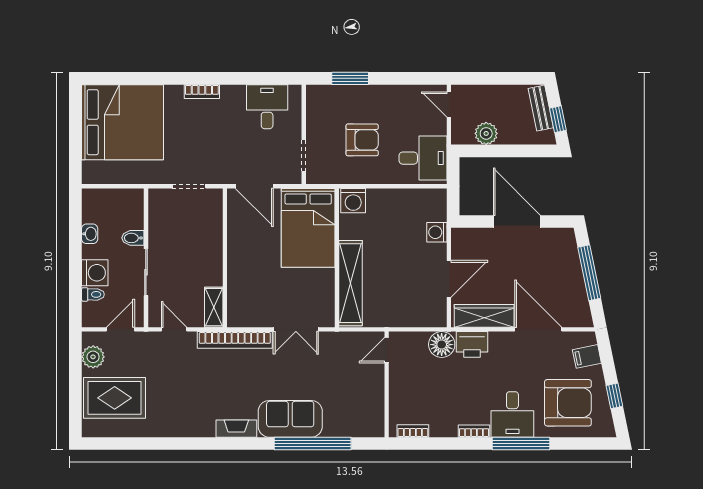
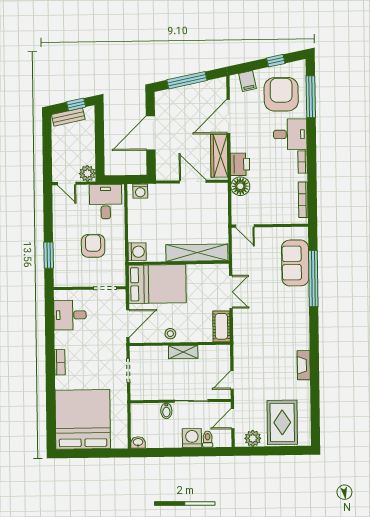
door: (449, 105) -> (67, 183), hinge flipped
plant: (486, 133) -> (87, 173), moved
washing machine: (437, 232) -> (140, 191), moved
washbasin: (90, 234) -> (138, 442), moved
stool: (239, 245) -> (170, 334), added
shelving: (214, 307) -> (183, 352), moved
cot: (248, 316) -> (221, 326), added
door: (121, 329) -> (233, 419), hinge flipped
bookcase: (235, 340) -> (239, 336), removed
sofa: (290, 419) -> (295, 263), moved
fireplace: (236, 429) -> (304, 365), moved
bookcase: (413, 431) -> (303, 200), width x1.56
window: (521, 444) -> (311, 97), moved

